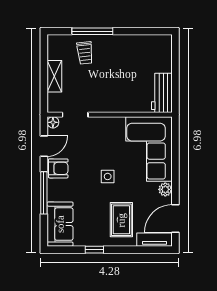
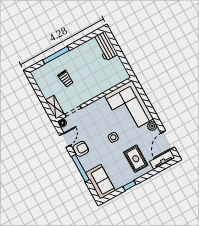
trolley: (85, 53) -> (66, 79), moved
shelving: (54, 76) -> (55, 107), moved
workbench: (162, 93) -> (105, 46), moved

